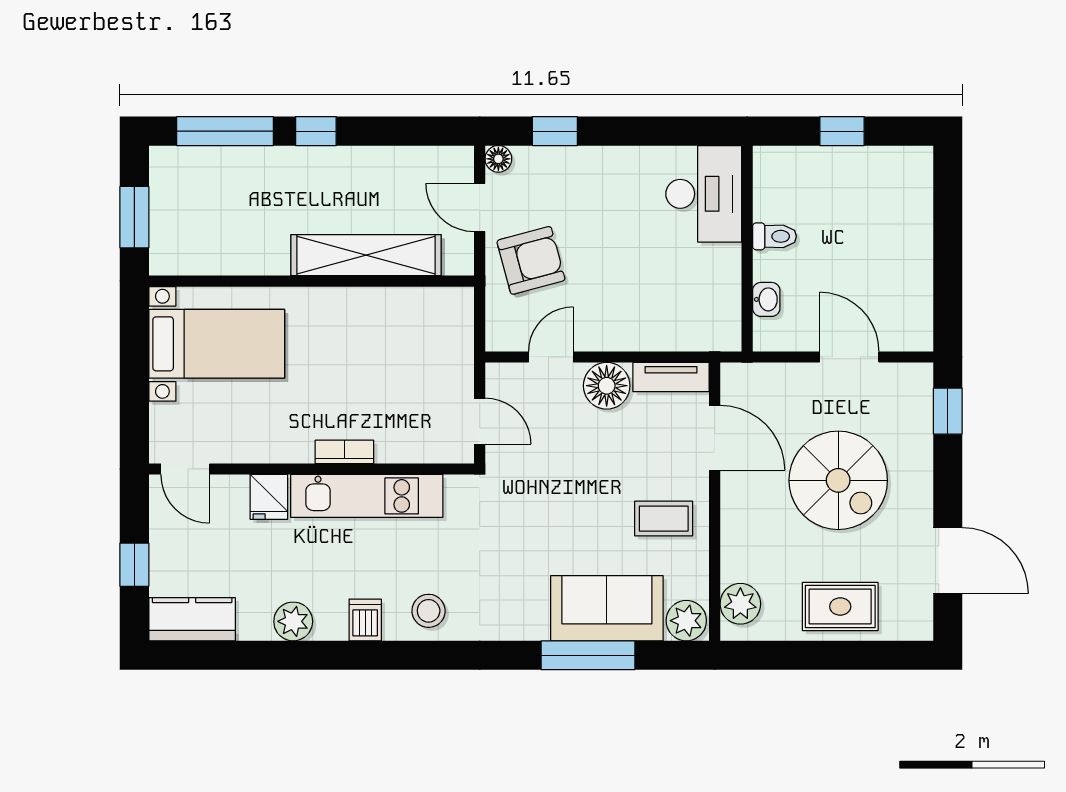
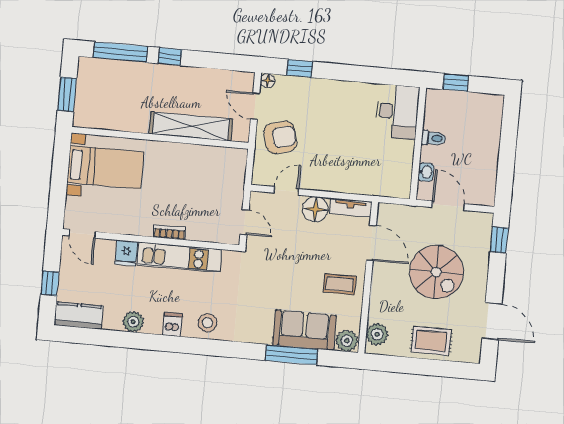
desk: (704, 194) -> (397, 112), moved
toilet: (775, 236) -> (433, 138), moved
wall: (747, 249) -> (418, 143), moved
washbasin: (766, 299) -> (426, 172), moved

